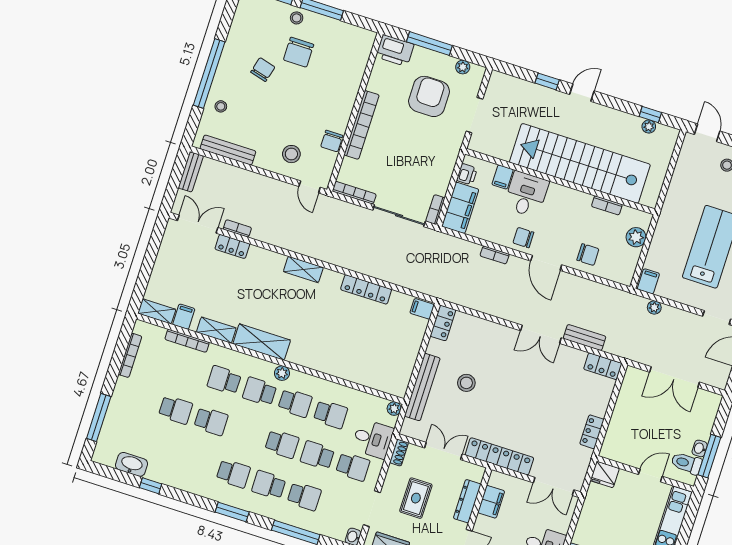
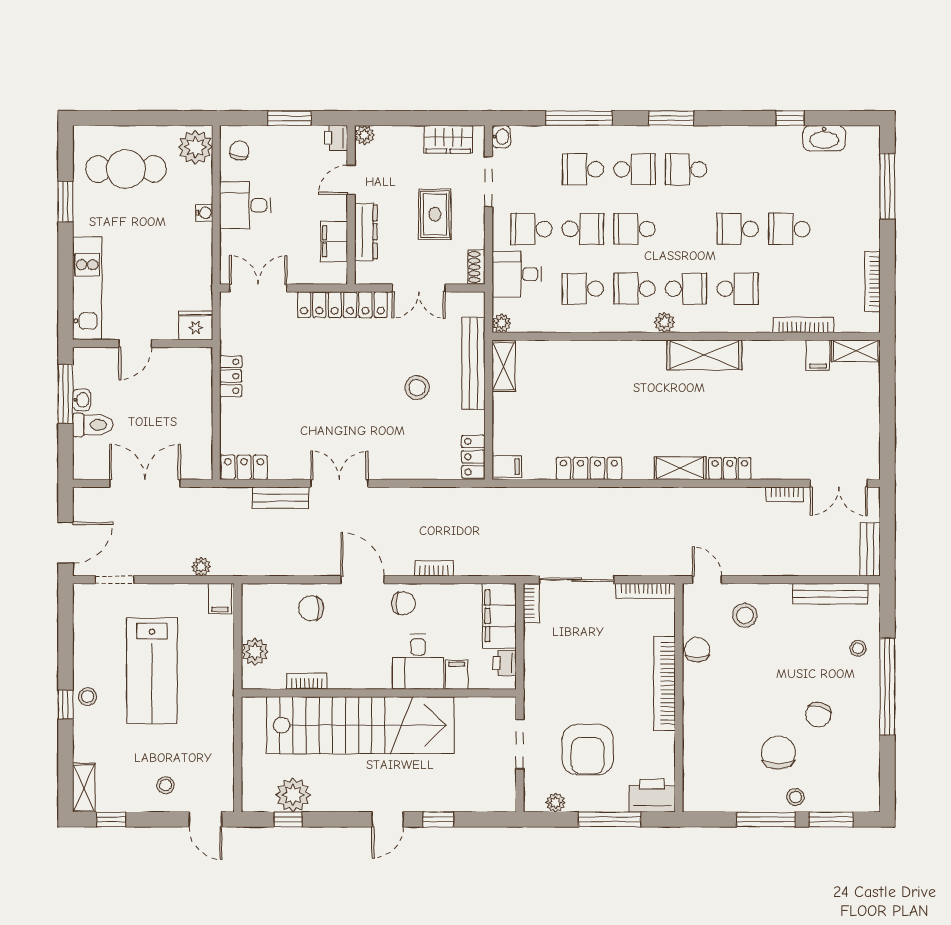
plant: (649, 127) -> (293, 795), width x1.88, depth x1.88
locker: (232, 246) -> (730, 468), moved
shelving: (216, 330) -> (504, 366), moved, turned 90
toilet: (686, 463) -> (93, 425), moved

